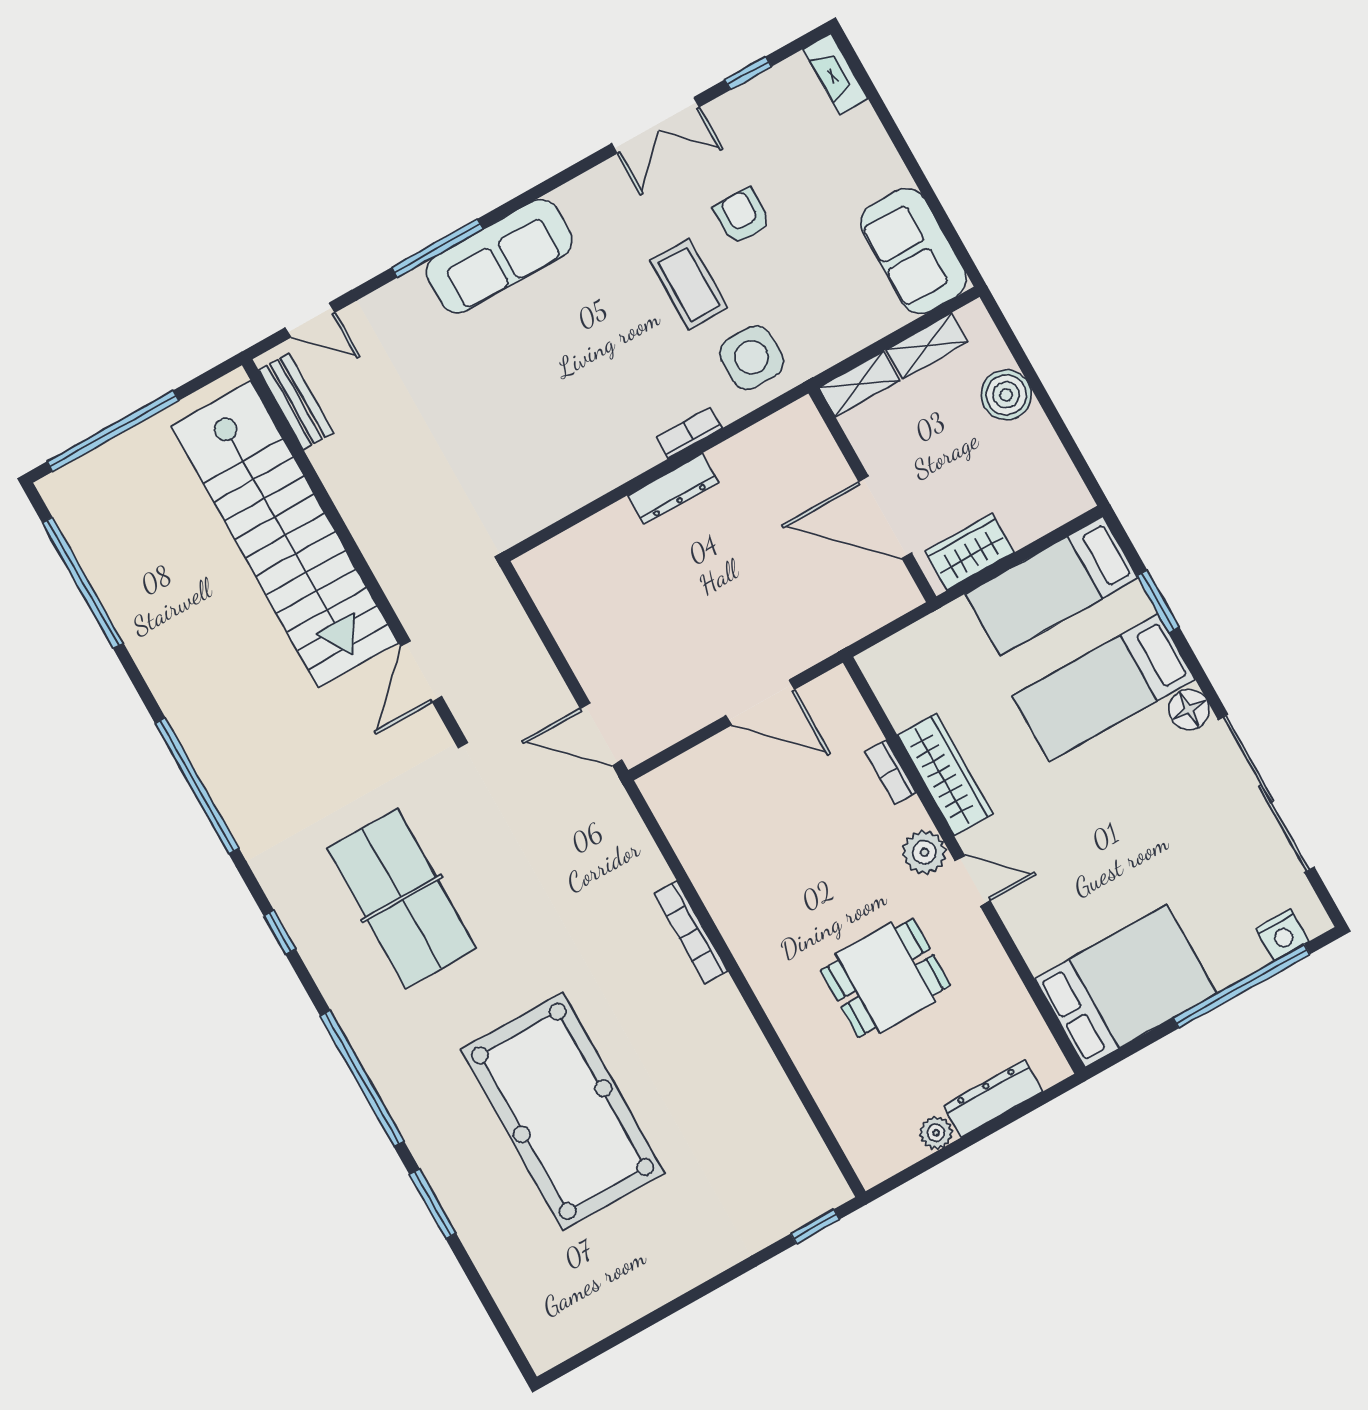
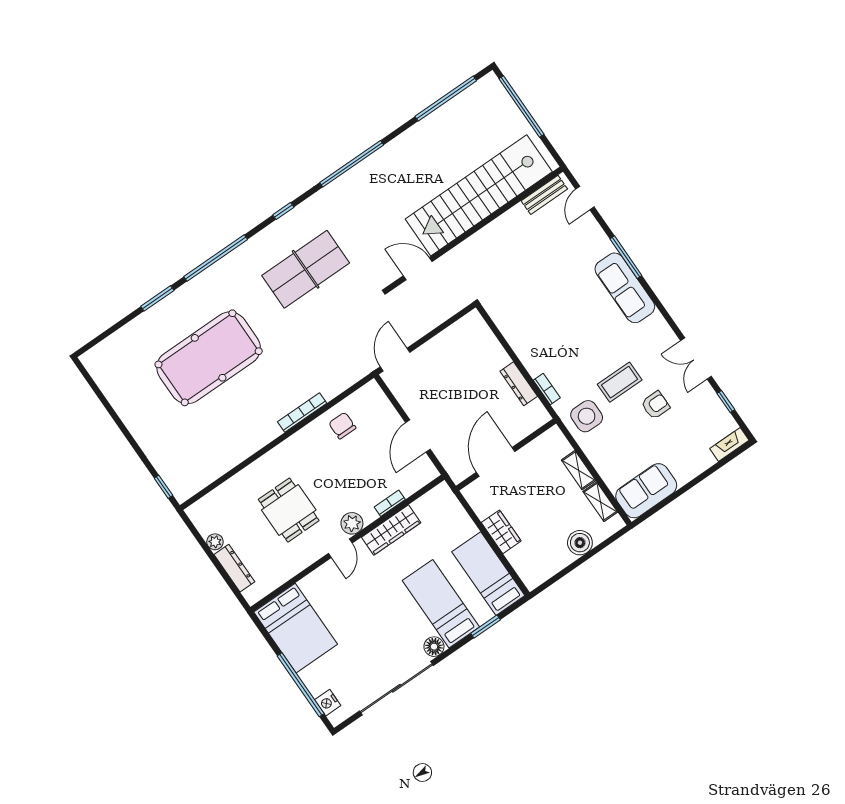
wall: (872, 495) -> (506, 455), moved
door: (885, 517) -> (496, 462), moved
chair: (725, 853) -> (342, 426), added

